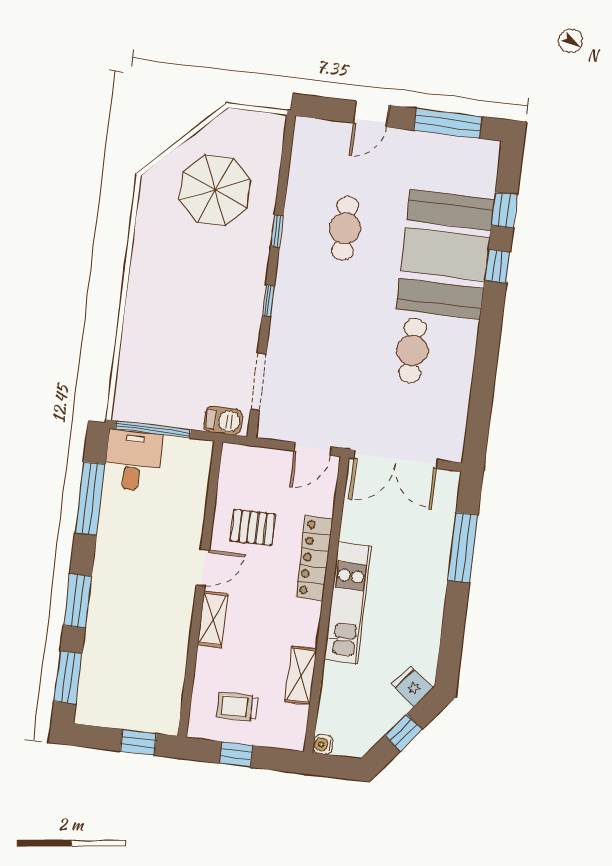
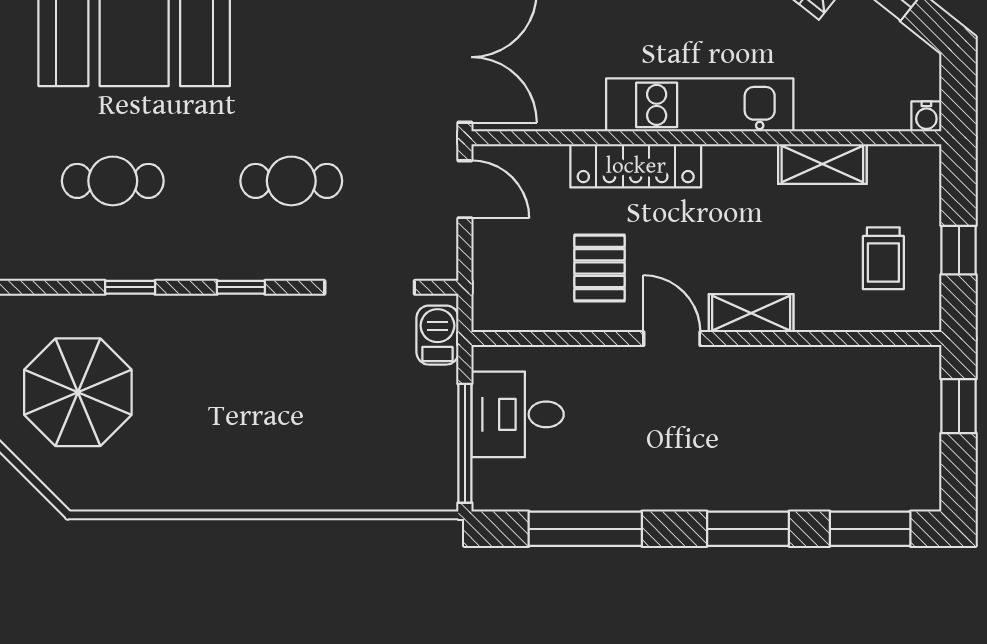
cafe table: (412, 350) -> (291, 181), moved
desk: (133, 460) -> (518, 414), moved

